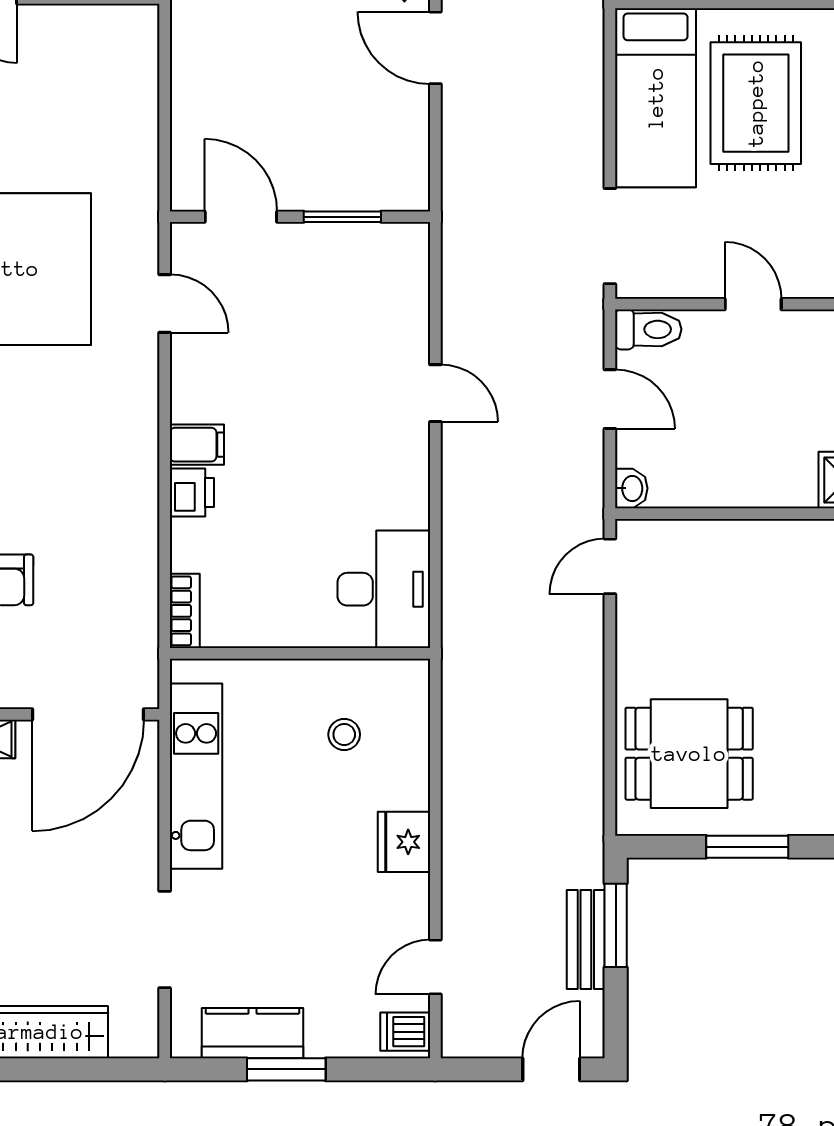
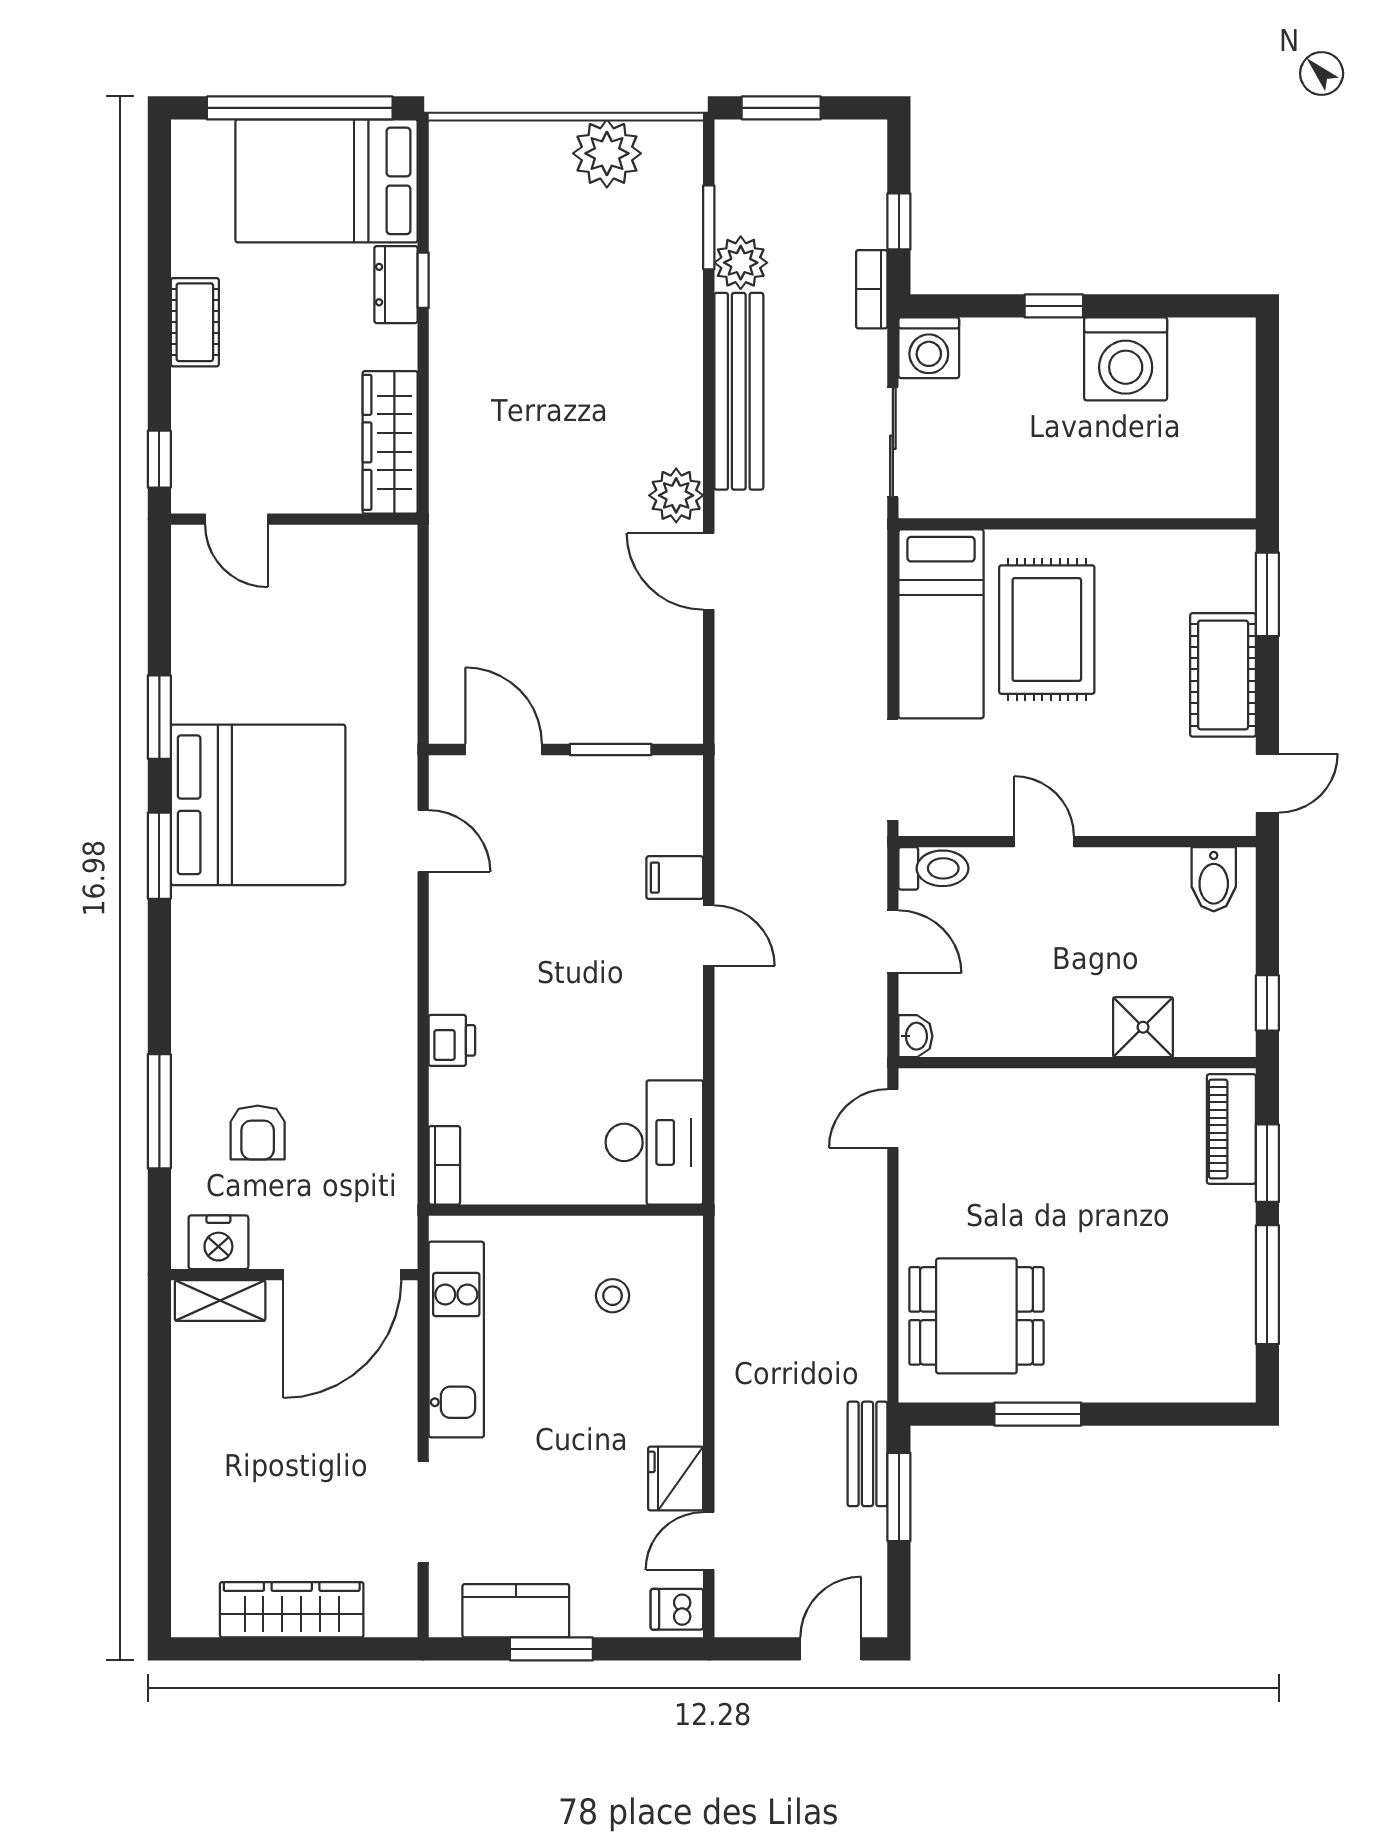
filing cabinet: (197, 445) -> (675, 878), moved, turned 180
fridge: (404, 842) -> (676, 1479), moved
bench: (586, 939) -> (867, 1454), moved

